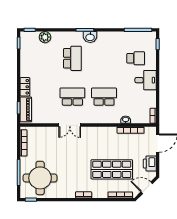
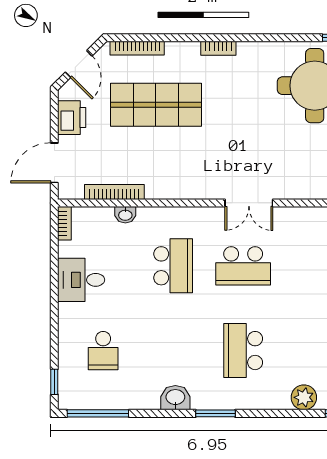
washbasin: (90, 37) -> (175, 398), moved
school desk: (136, 58) -> (103, 351), turned -90
desk: (146, 80) -> (81, 280), moved
school desk: (104, 97) -> (173, 266), turned -90
double door: (70, 125) -> (249, 203), swing flipped
door: (147, 188) -> (79, 64), hinge flipped

